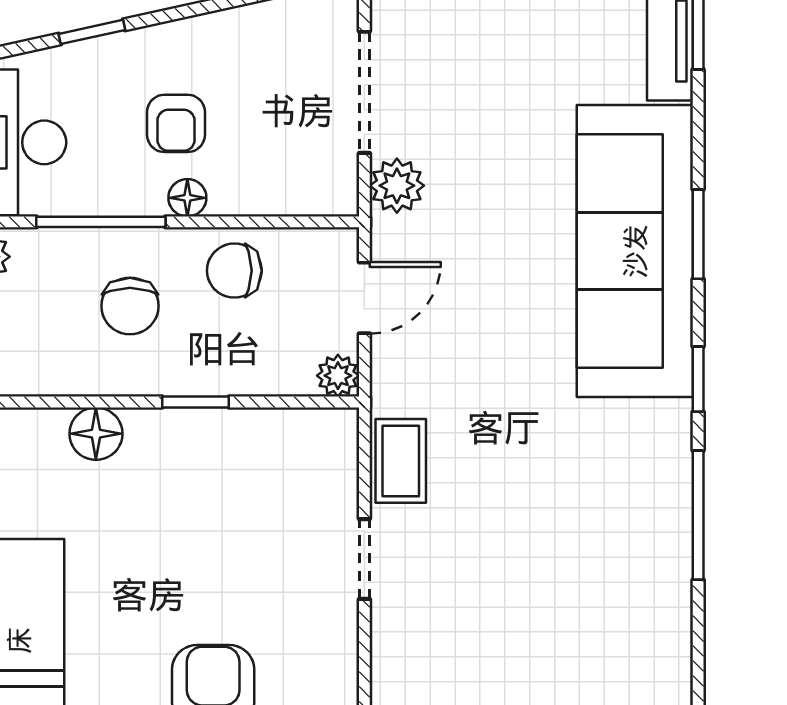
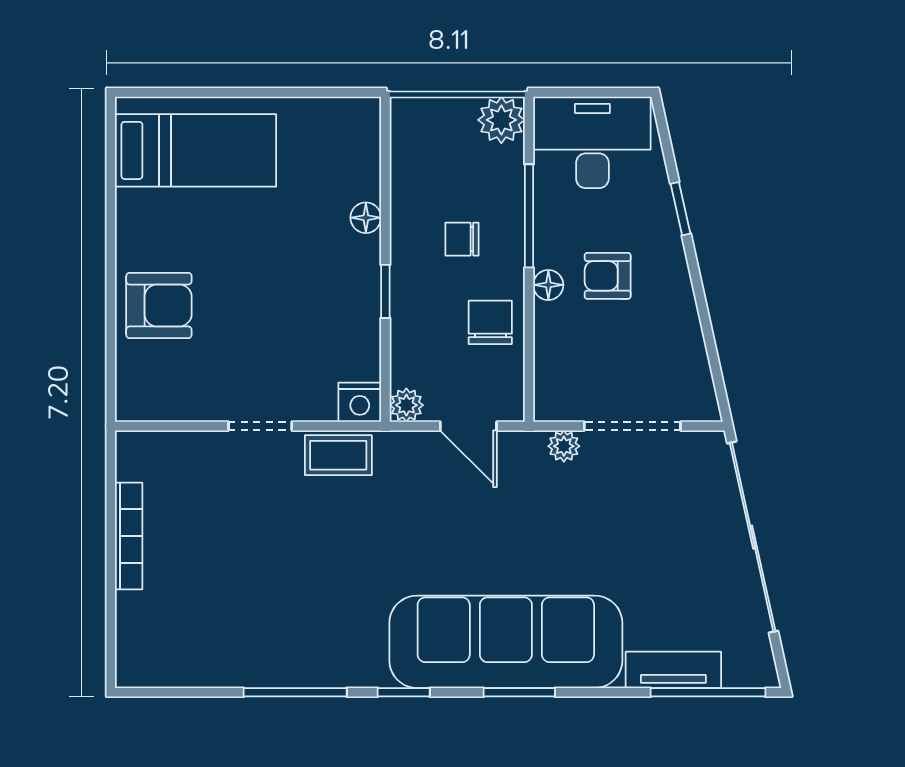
plant: (397, 186) -> (564, 446), width x0.73, depth x0.73
chair: (130, 306) -> (462, 239), width x0.73, depth x0.73
floor lamp: (96, 434) -> (366, 218), width x0.73, depth x0.73
nightstand: (334, 434) -> (360, 402), added

